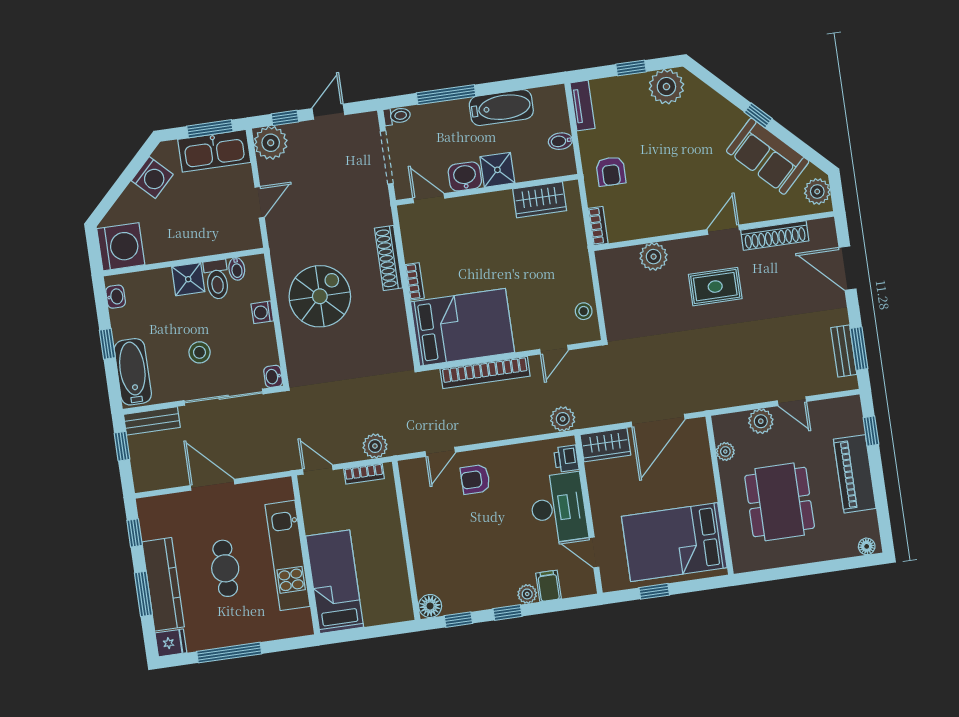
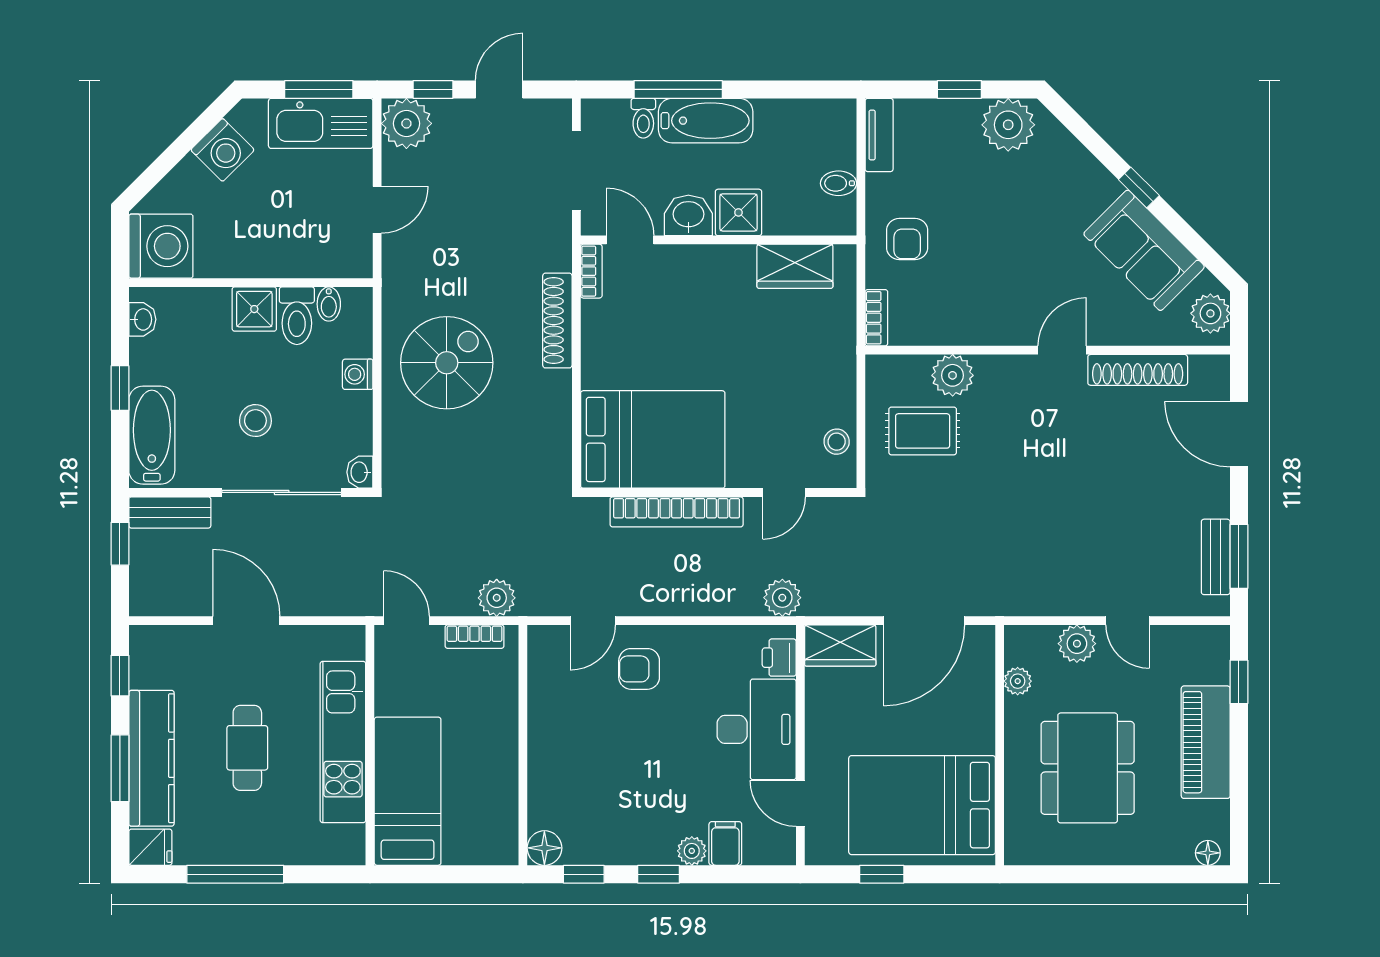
bathtub: (501, 108) -> (706, 121), moved
toilet: (397, 116) -> (643, 118), moved, turned 90
bookcase: (415, 281) -> (591, 271), moved
rug: (715, 287) -> (923, 431), moved

